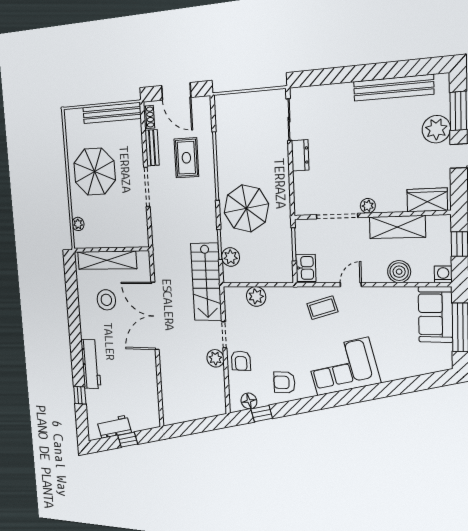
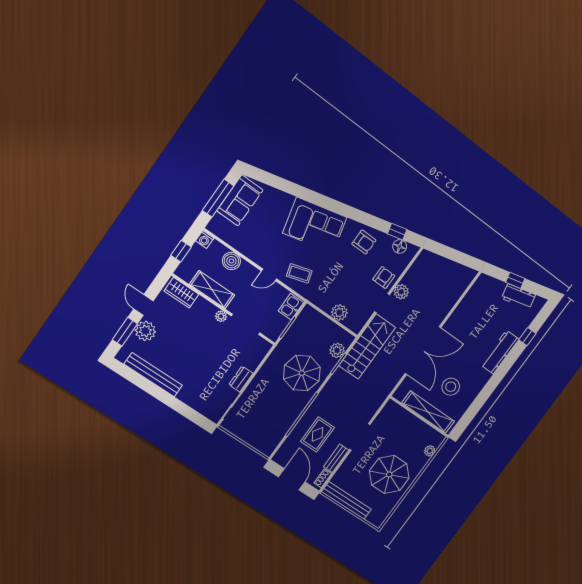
sofa: (435, 314) -> (240, 200), moved

